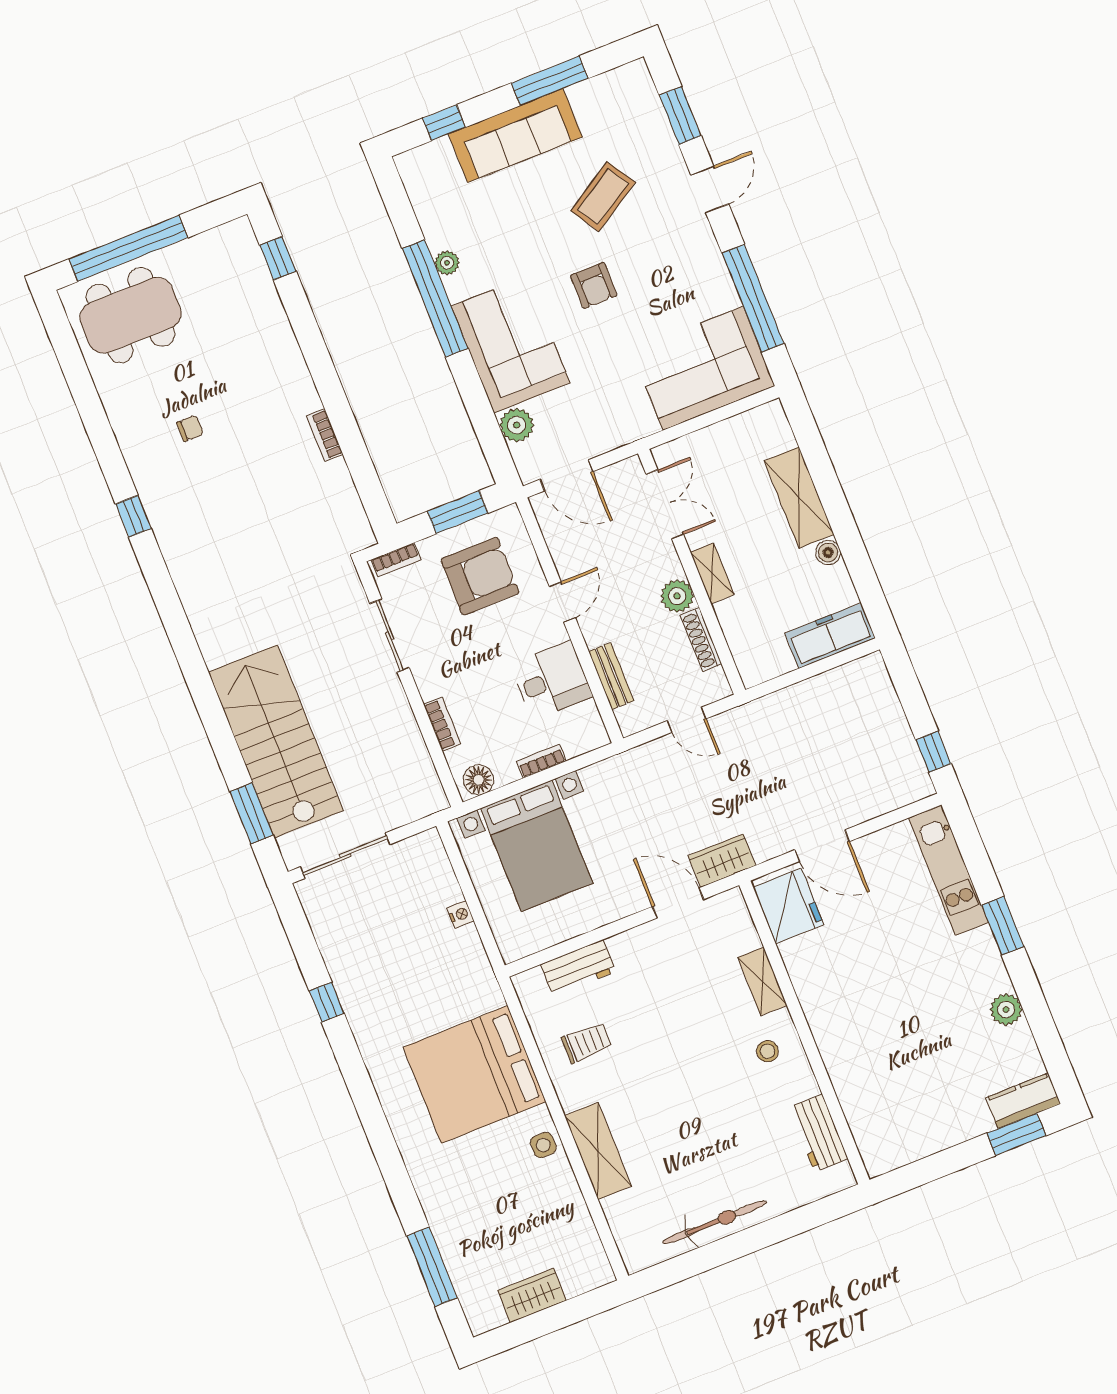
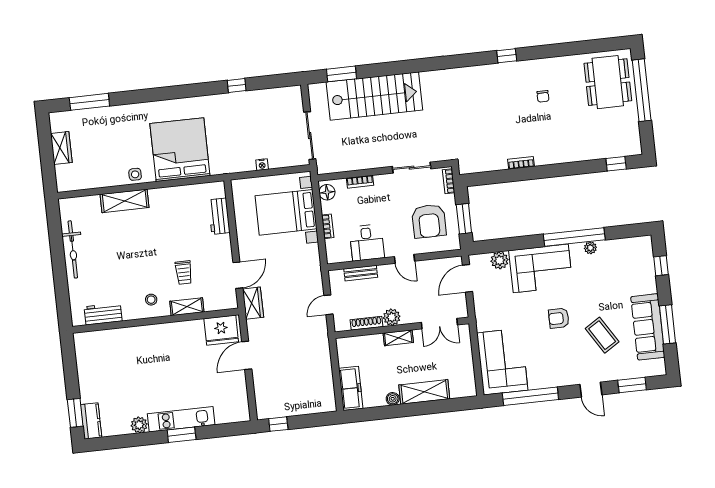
sofa: (515, 135) -> (648, 327), moved
sliding door: (345, 856) -> (310, 136), moved
kitchen unit: (949, 870) -> (181, 419), moved
trolley: (587, 1043) -> (184, 273), moved

